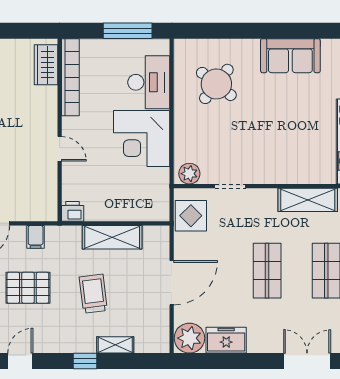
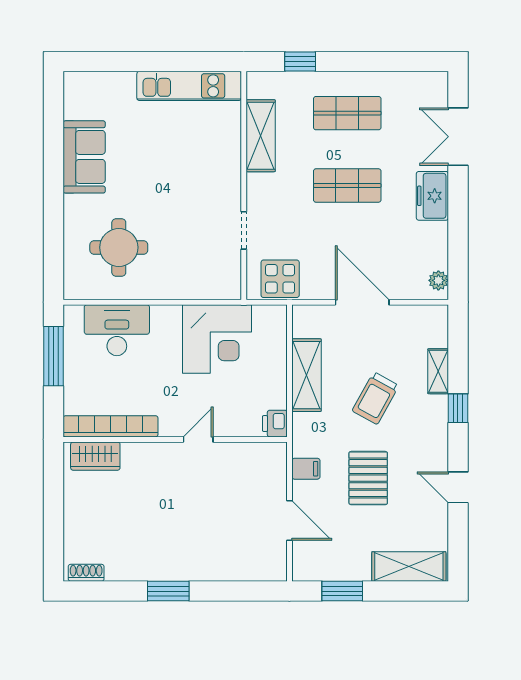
round table: (216, 84) -> (119, 247), turned -38
corner desk: (142, 139) -> (217, 339), moved
plant: (189, 174) -> (229, 281), removed
trolley: (93, 294) -> (375, 398), turned -54
plant: (189, 338) -> (438, 280), width x0.53, depth x0.53
freezer: (226, 340) -> (432, 196), moved

